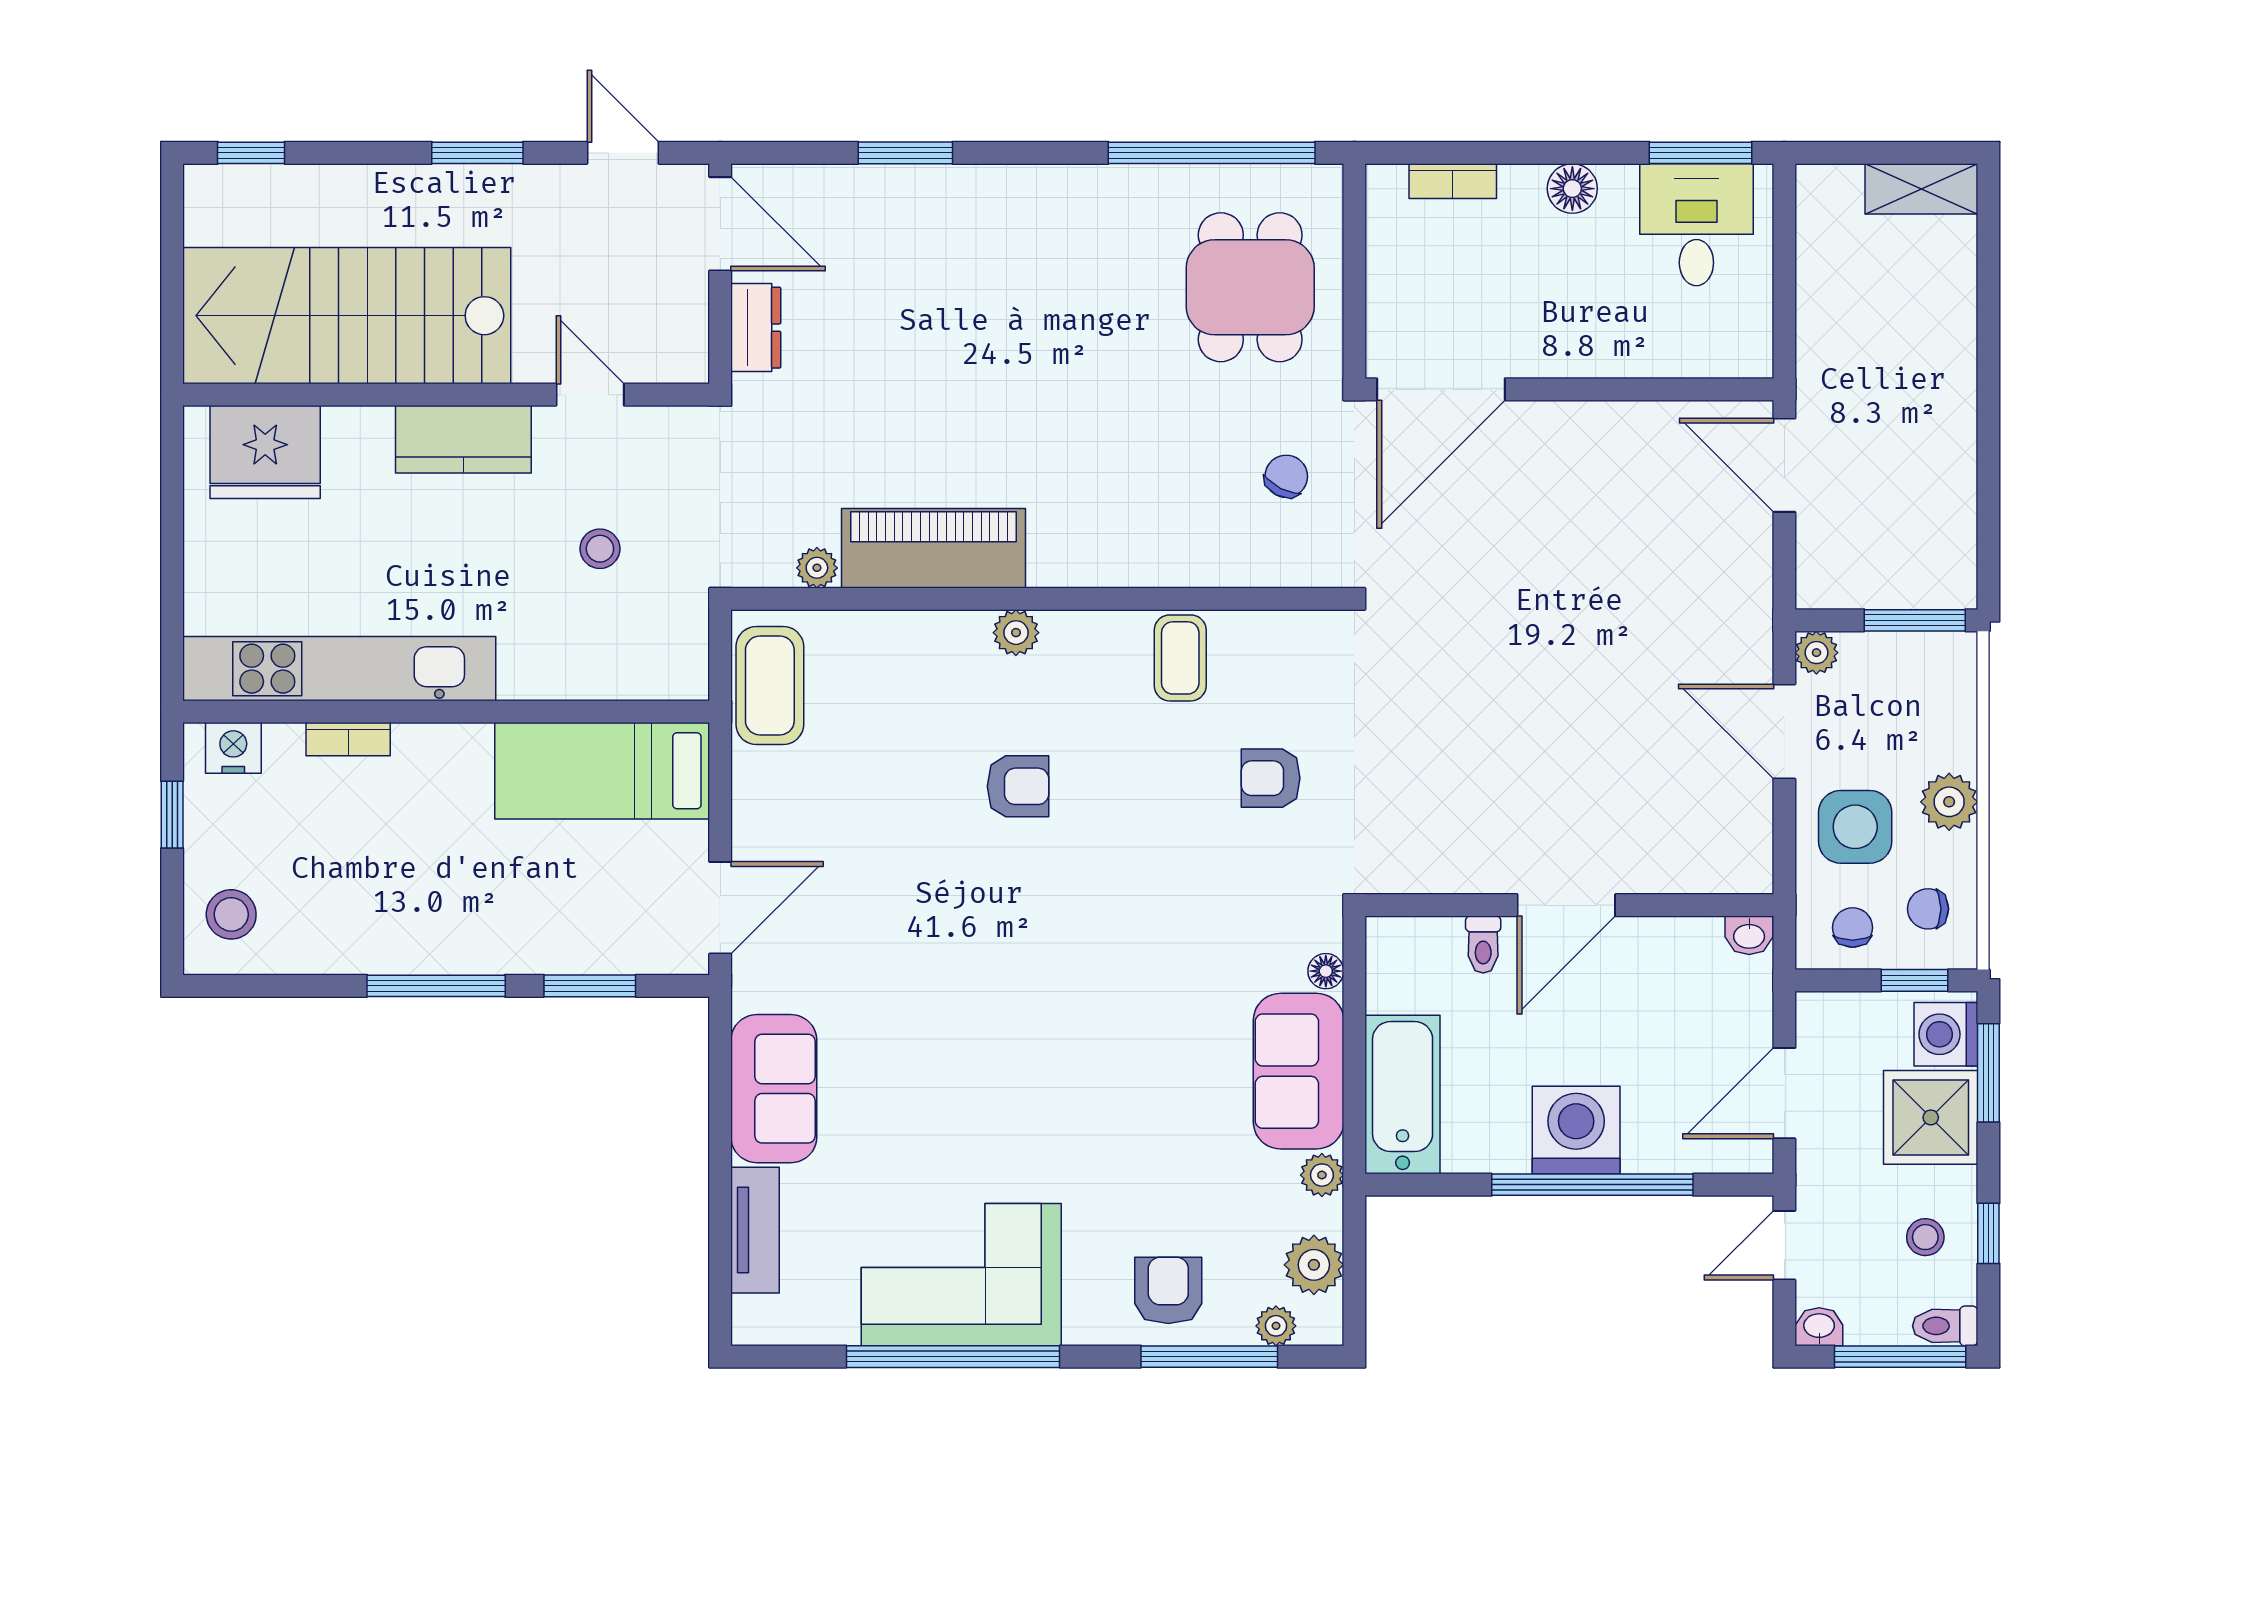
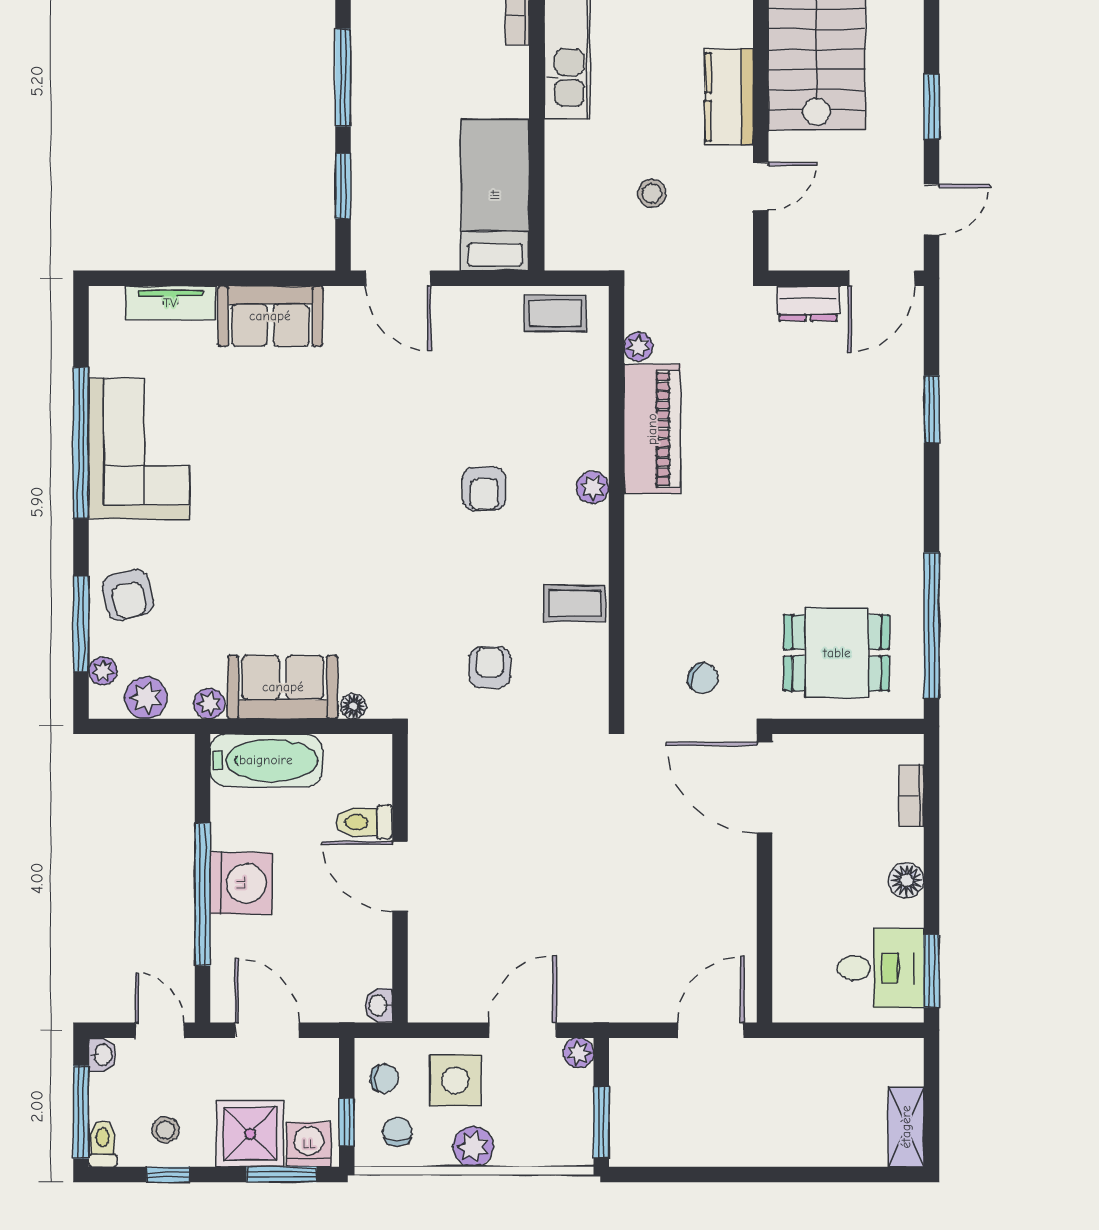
coffee table: (770, 685) -> (555, 313), width x0.73, depth x0.77
toilet: (1483, 945) -> (364, 822), width x1.37, depth x1.39
armchair: (1168, 1290) -> (128, 595), turned 77

